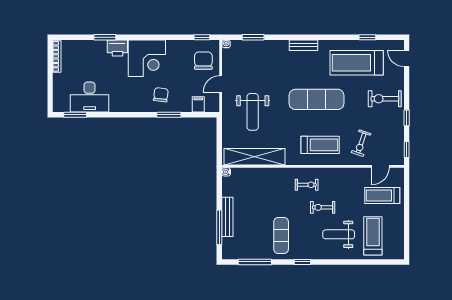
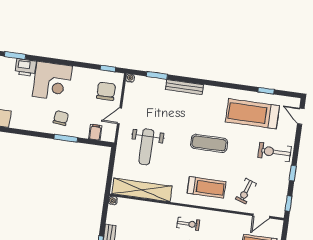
bench: (304, 45) -> (185, 87), moved, width x1.36
exercise mat: (317, 99) -> (209, 143), width x0.73, depth x0.69

